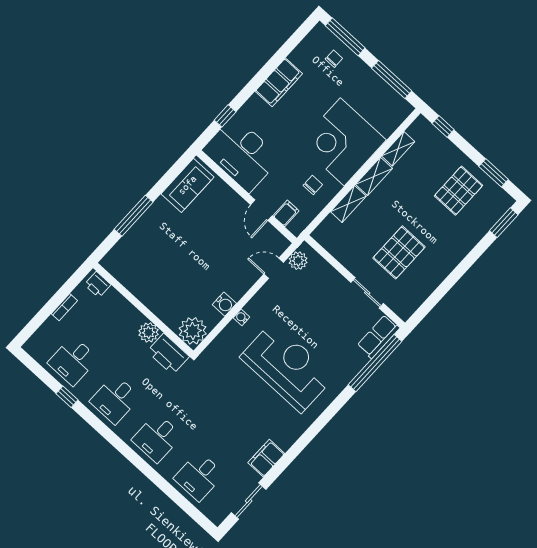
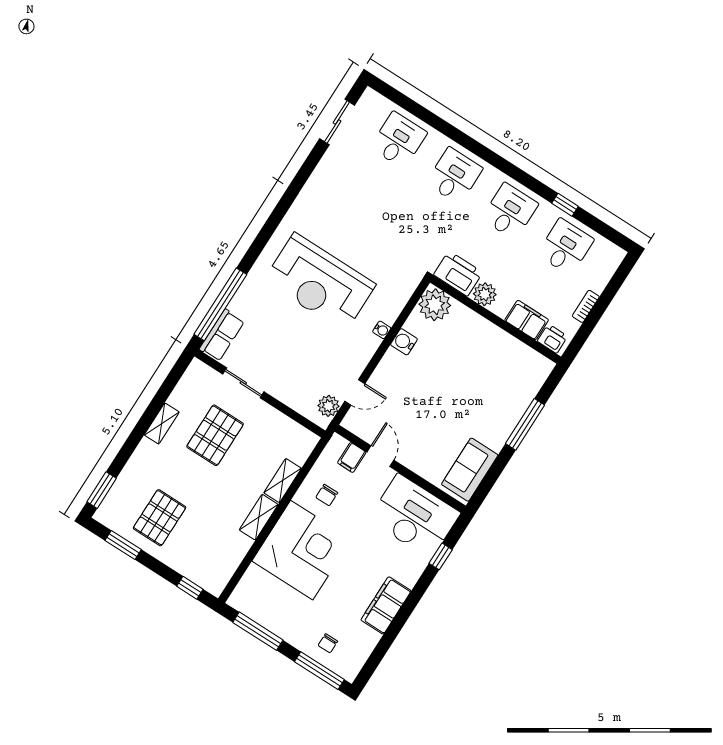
shelving: (398, 149) -> (162, 423), moved
filing cabinet: (266, 458) -> (527, 320), moved, turned -90

